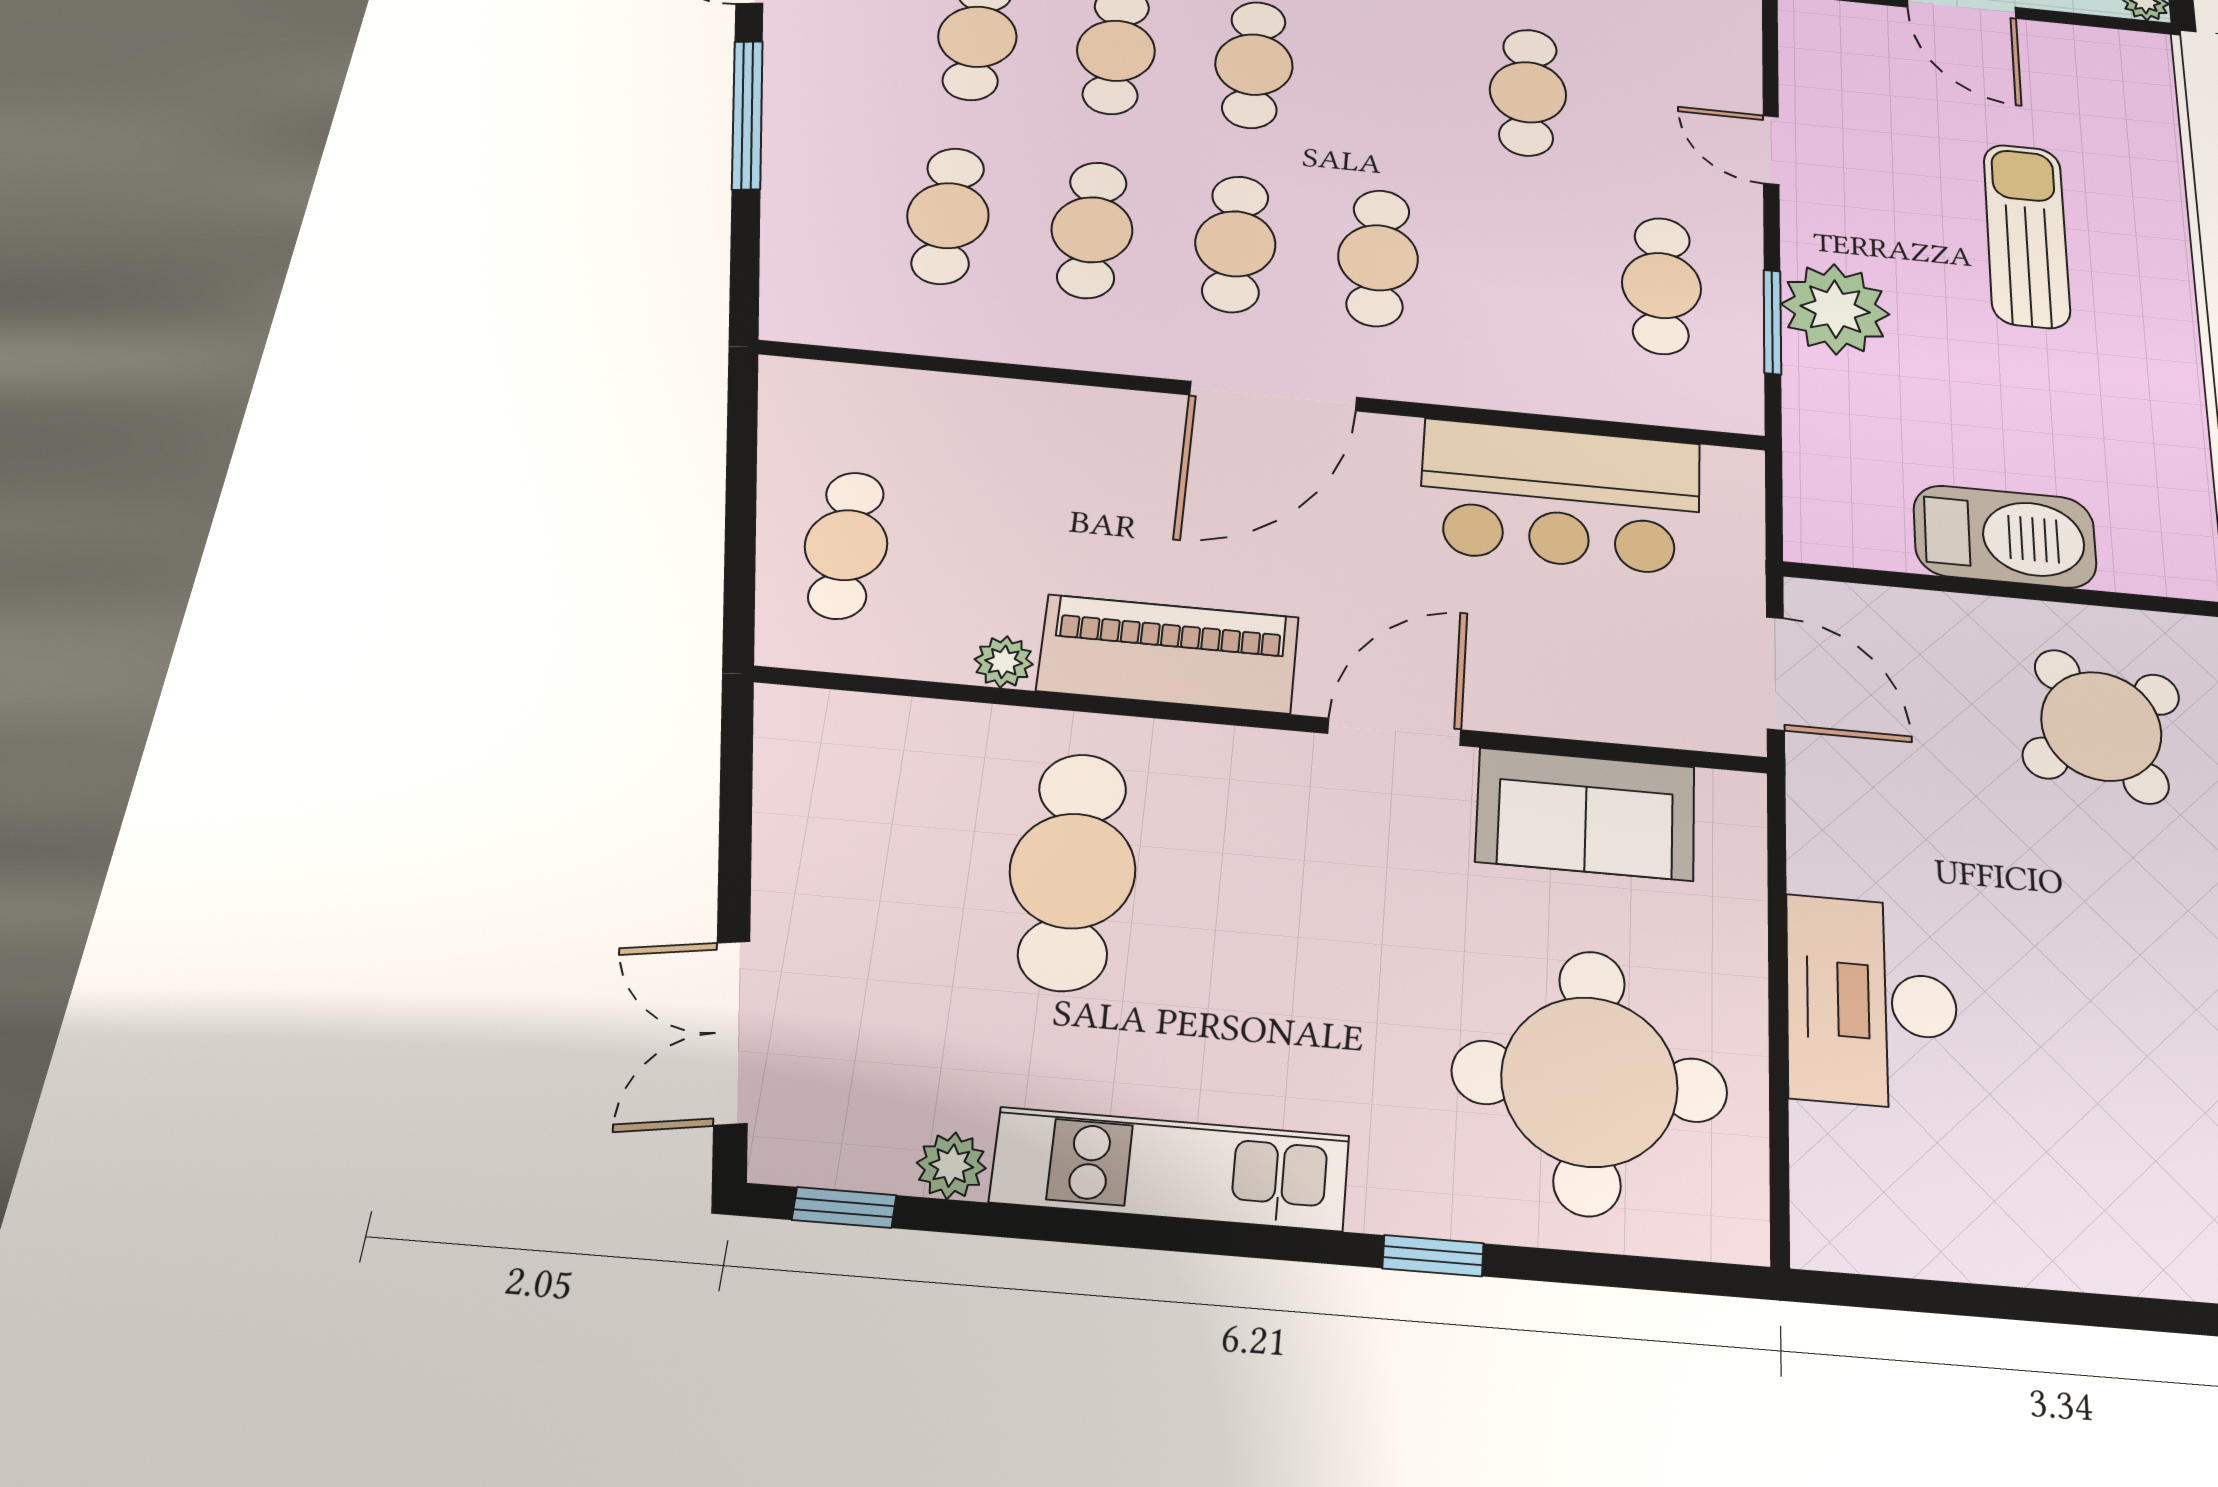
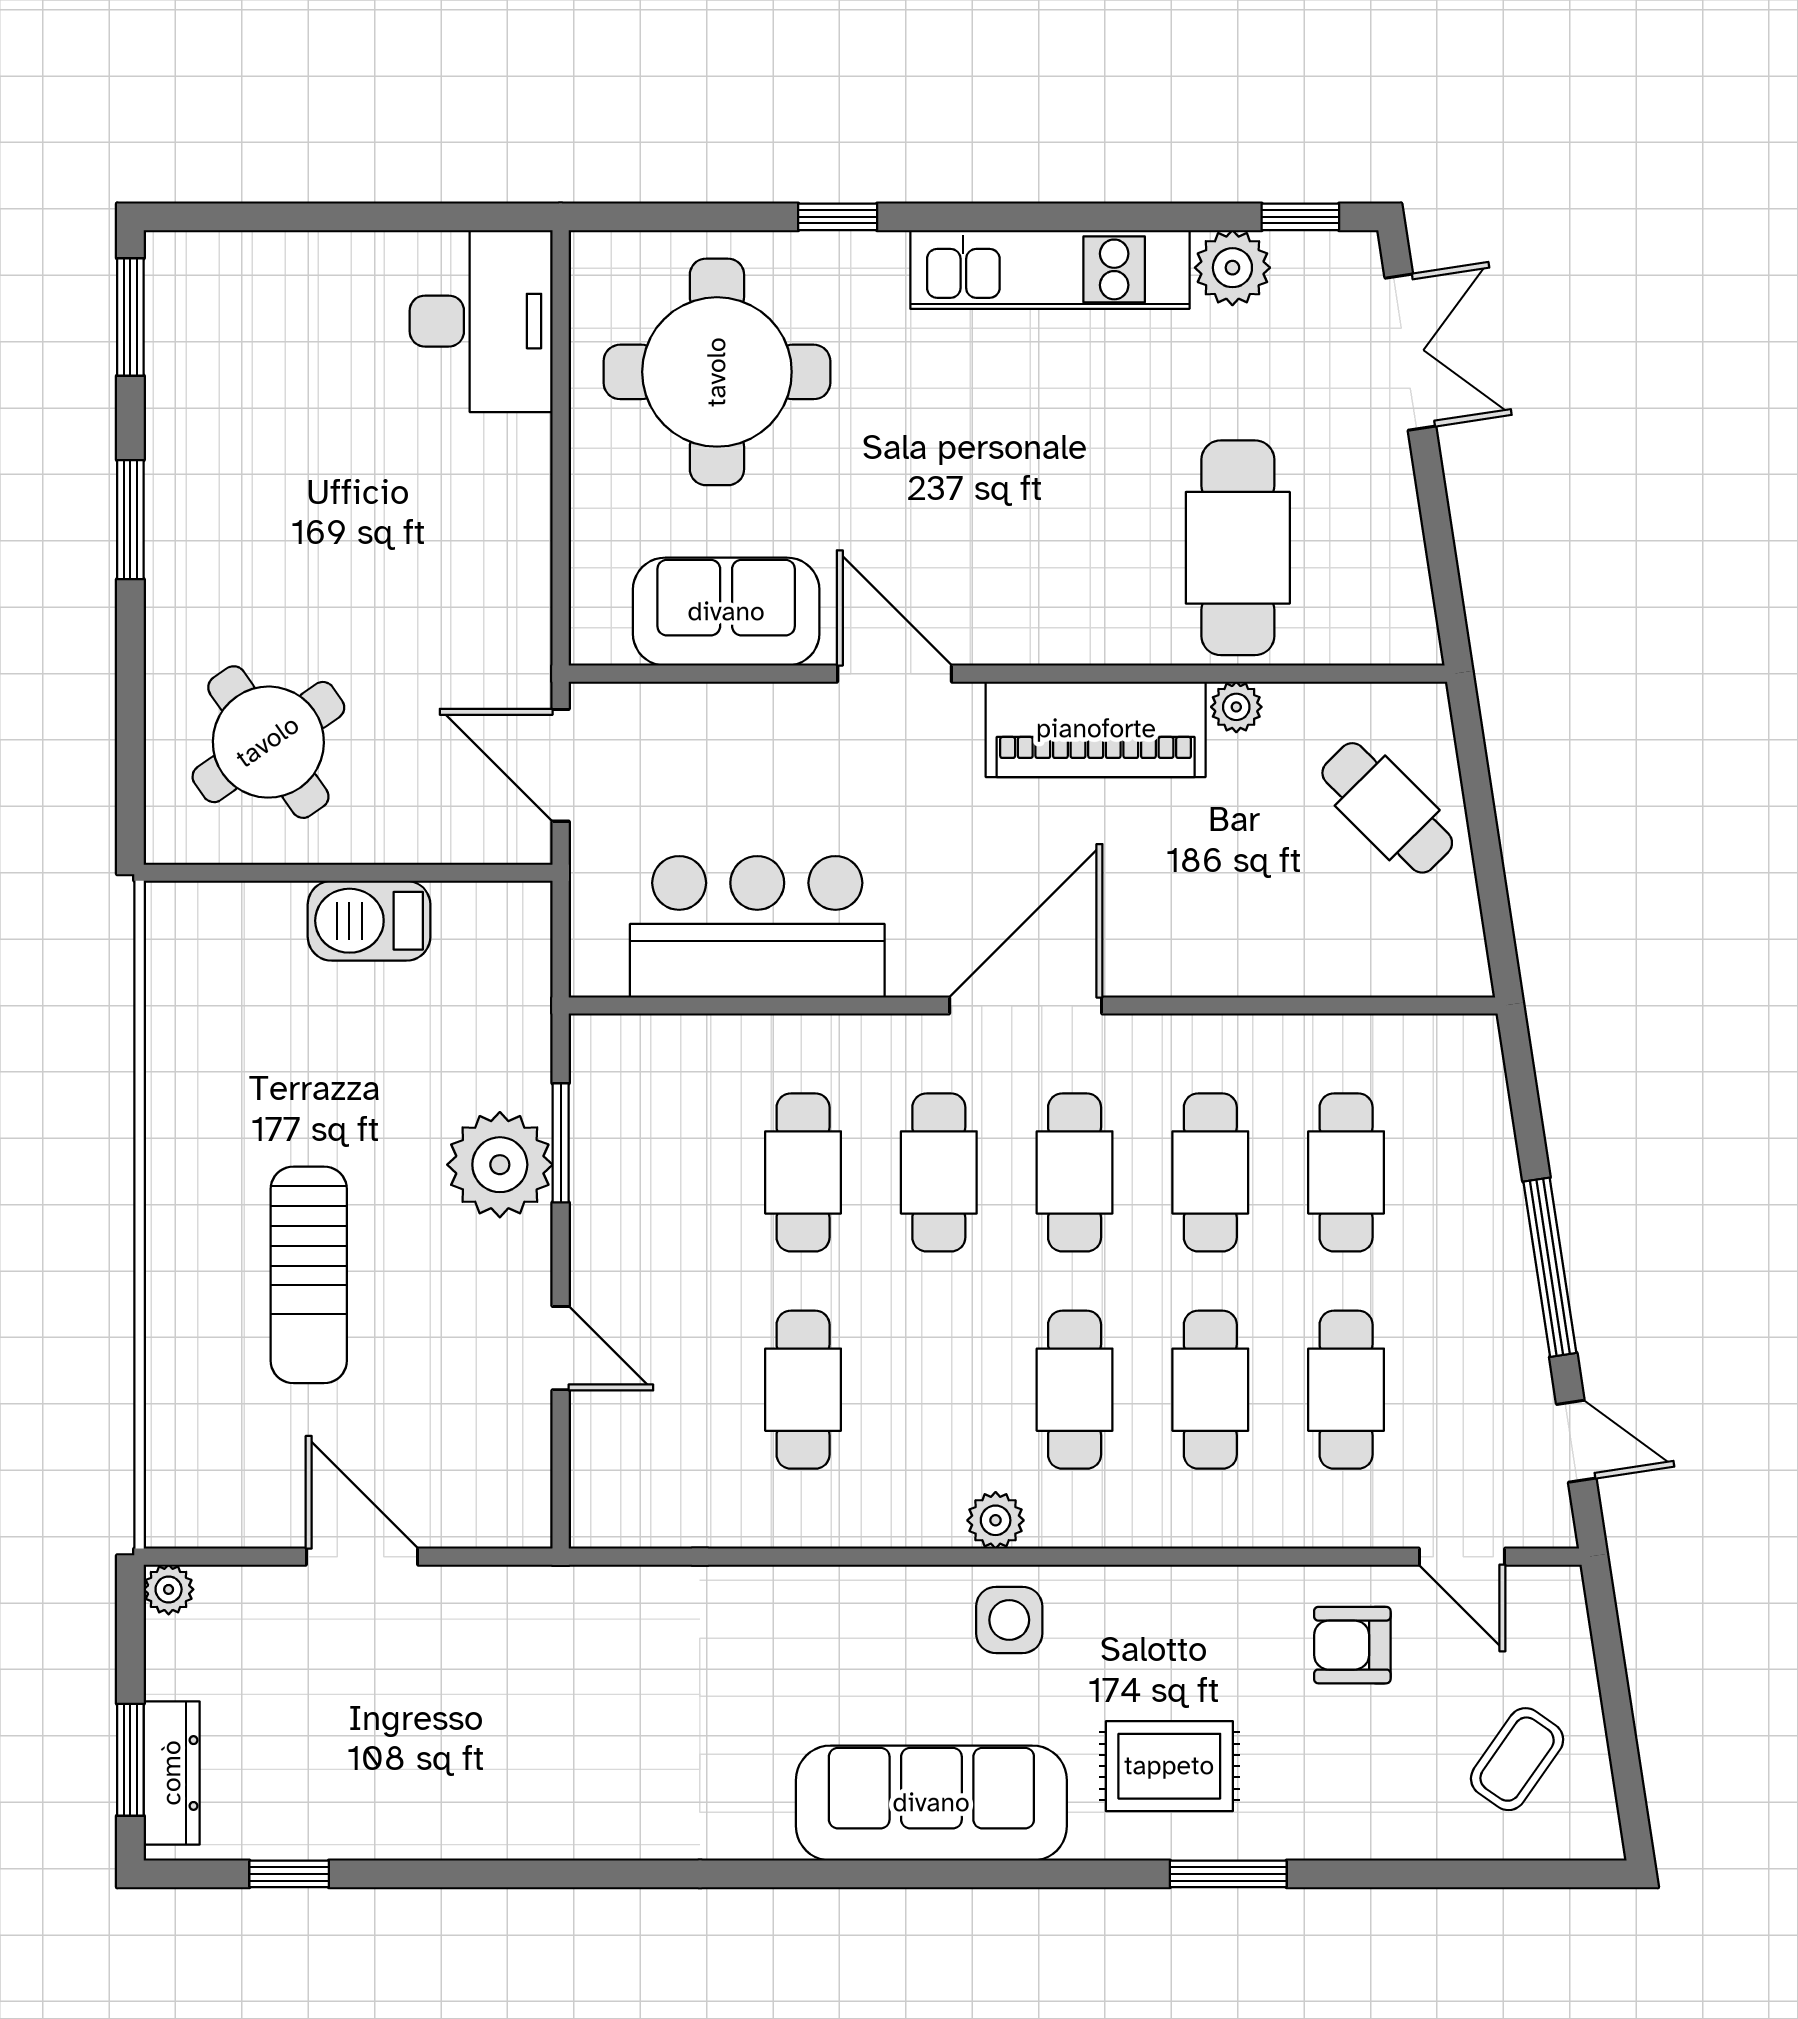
cafe table: (1661, 285) -> (803, 1172), moved
barbecue: (2005, 536) -> (369, 921), width x0.73, depth x0.83
cafe table: (846, 545) -> (1387, 808), turned -45
door: (1394, 732) -> (894, 674), swing flipped
cafe table: (1073, 871) -> (1238, 548), moved
desk: (1872, 1002) -> (481, 321), moved
plant: (951, 1166) -> (1232, 268), width x1.38, depth x1.38

